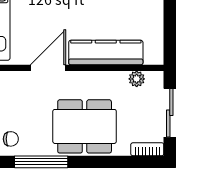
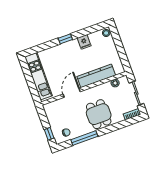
dining table: (85, 126) -> (99, 114), width x0.73

